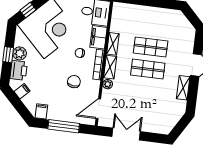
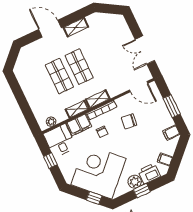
plant: (108, 84) -> (51, 122), moved
window: (64, 126) -> (172, 106), width x0.69

